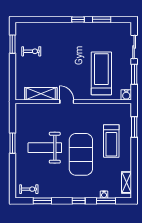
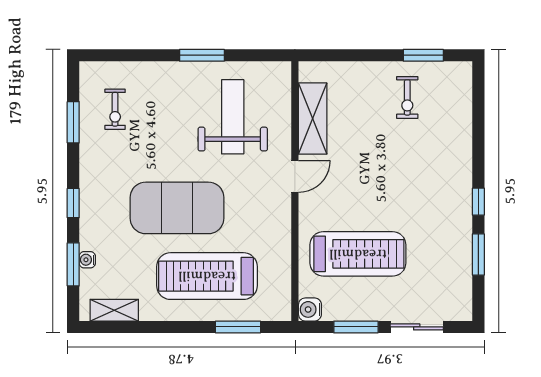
treadmill: (111, 141) -> (207, 276), width x1.37, depth x1.38
weight bench: (45, 148) -> (233, 117), moved
exercise bike: (29, 189) -> (115, 109), moved

